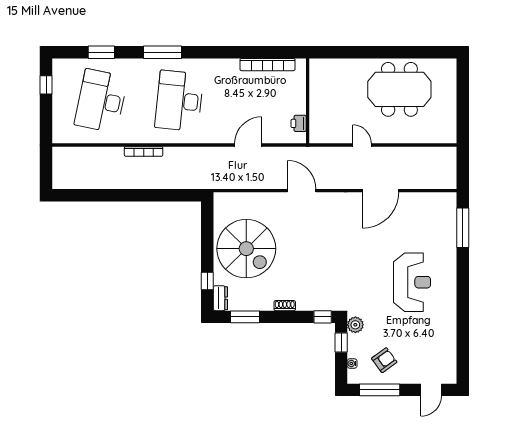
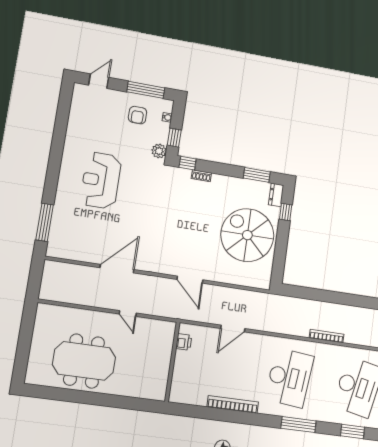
bookcase: (268, 65) -> (233, 404), moved
shoe rack: (285, 306) -> (201, 176), moved
armchair: (384, 360) -> (138, 115), turned -54

